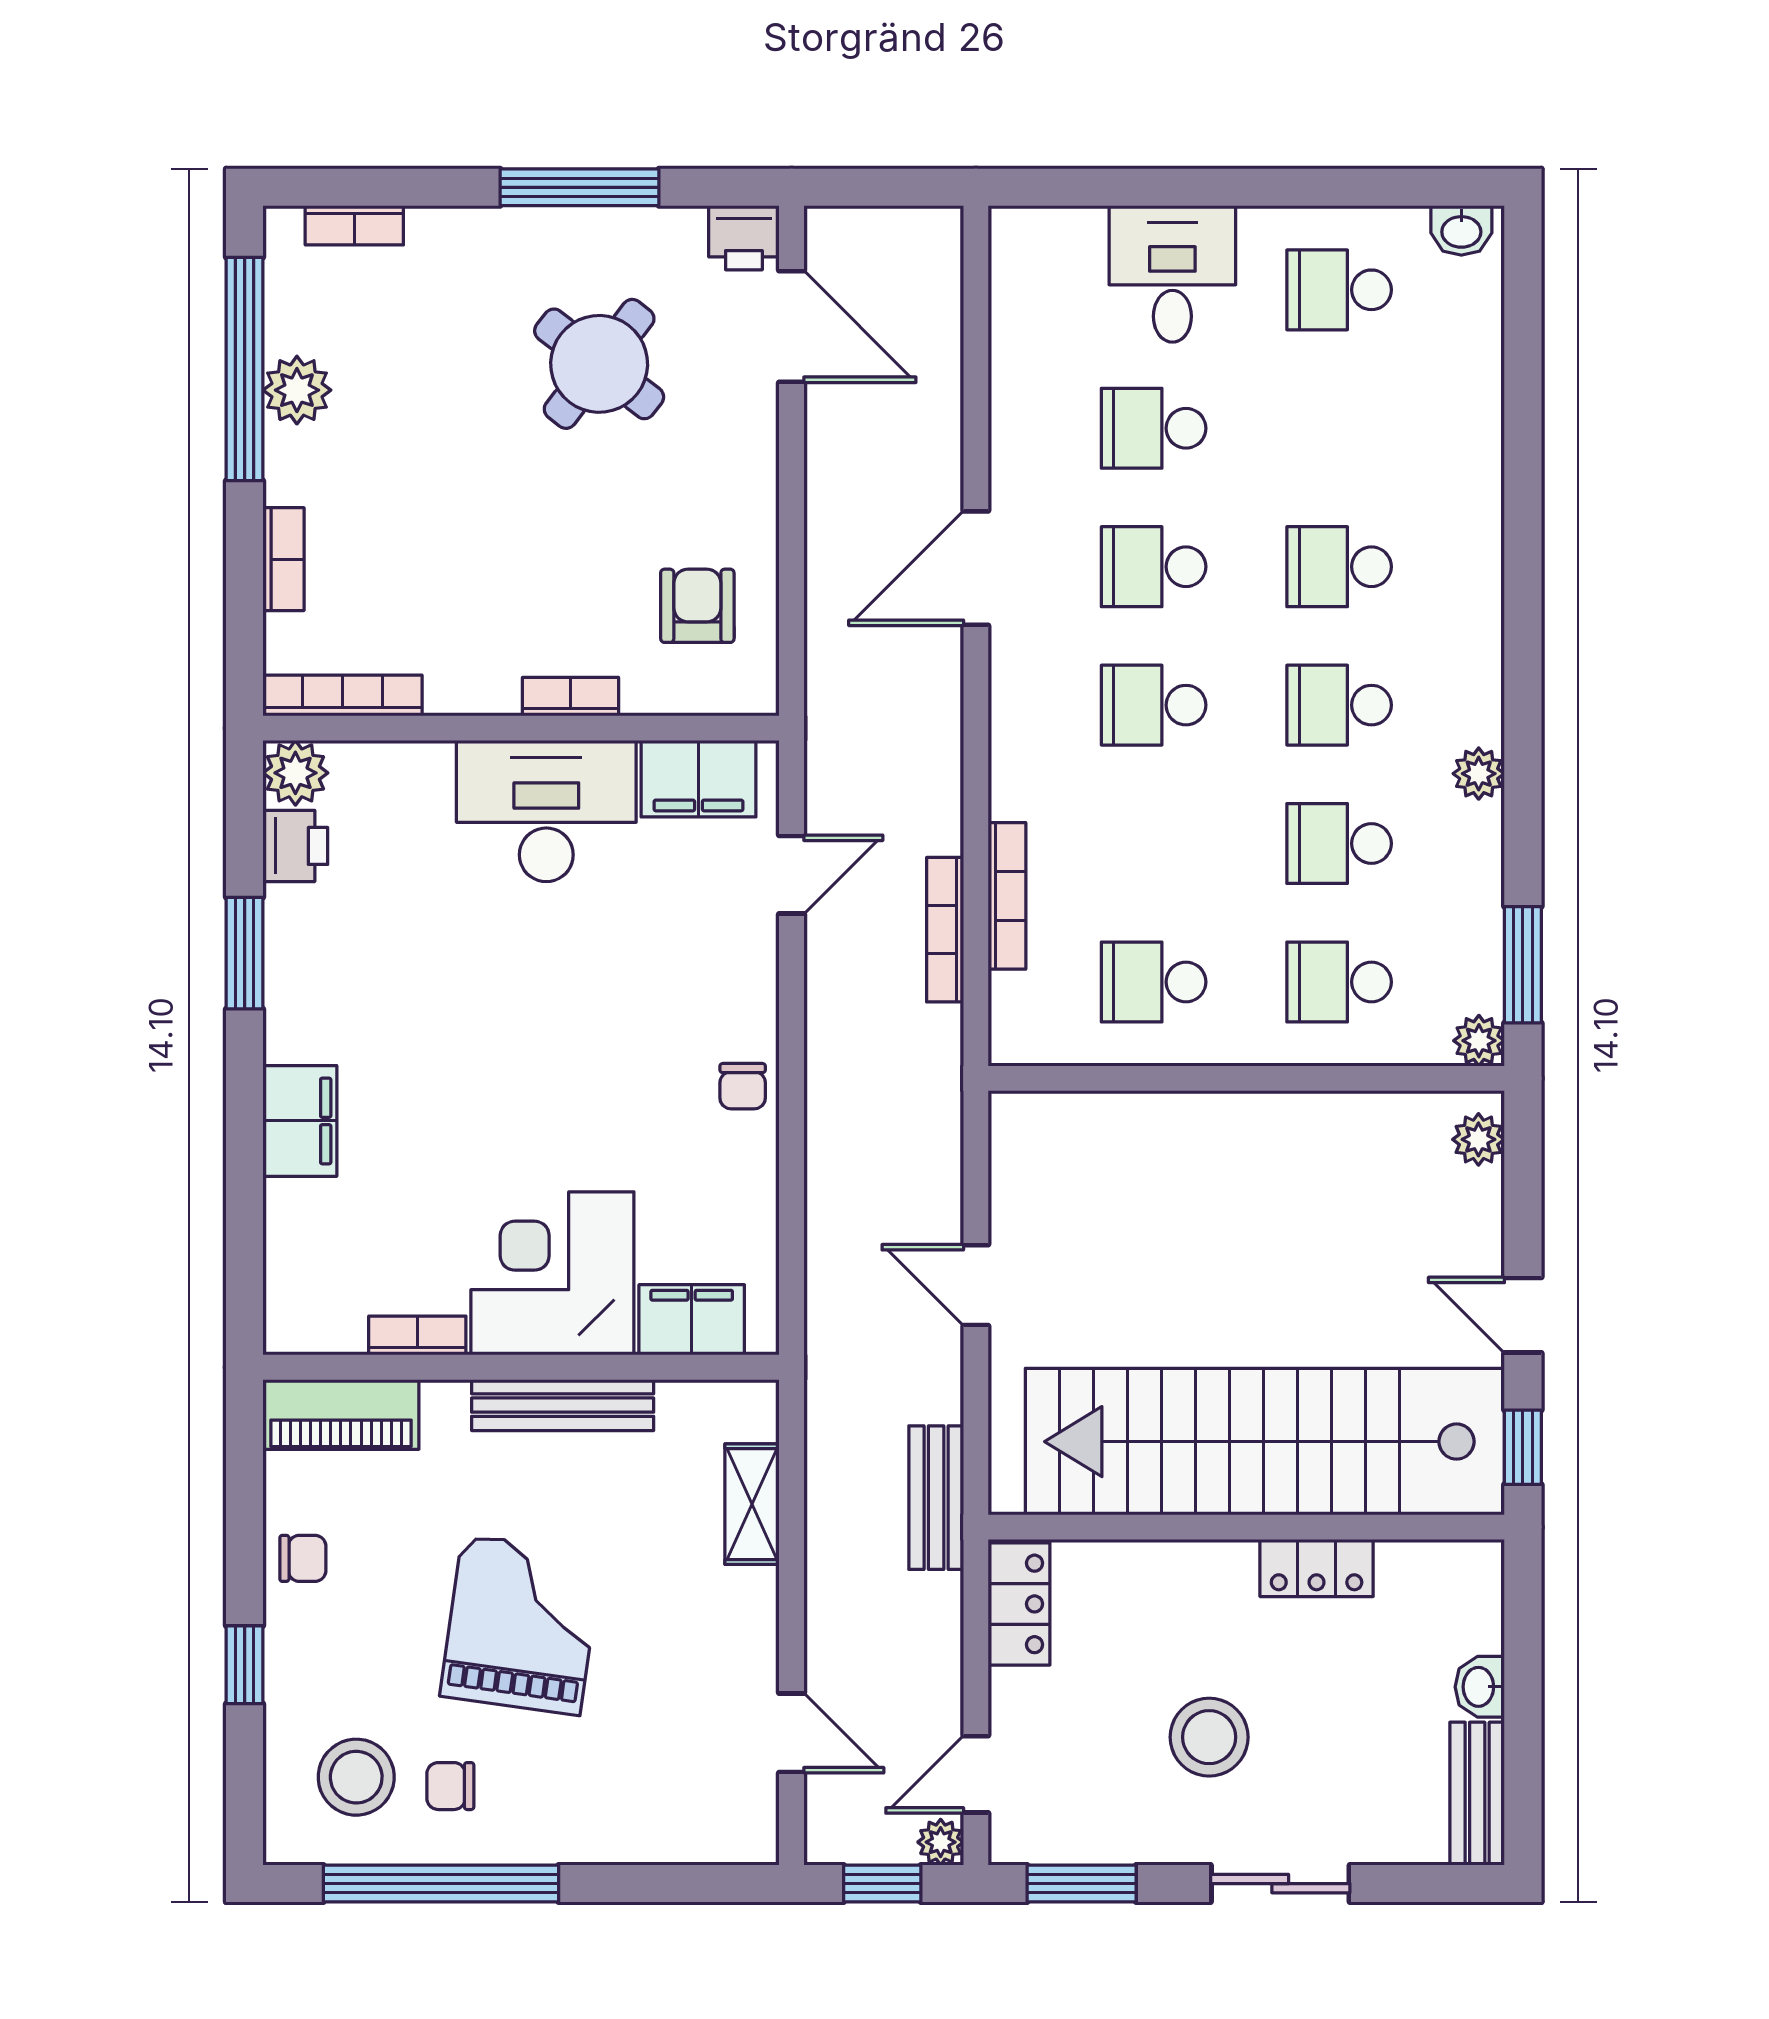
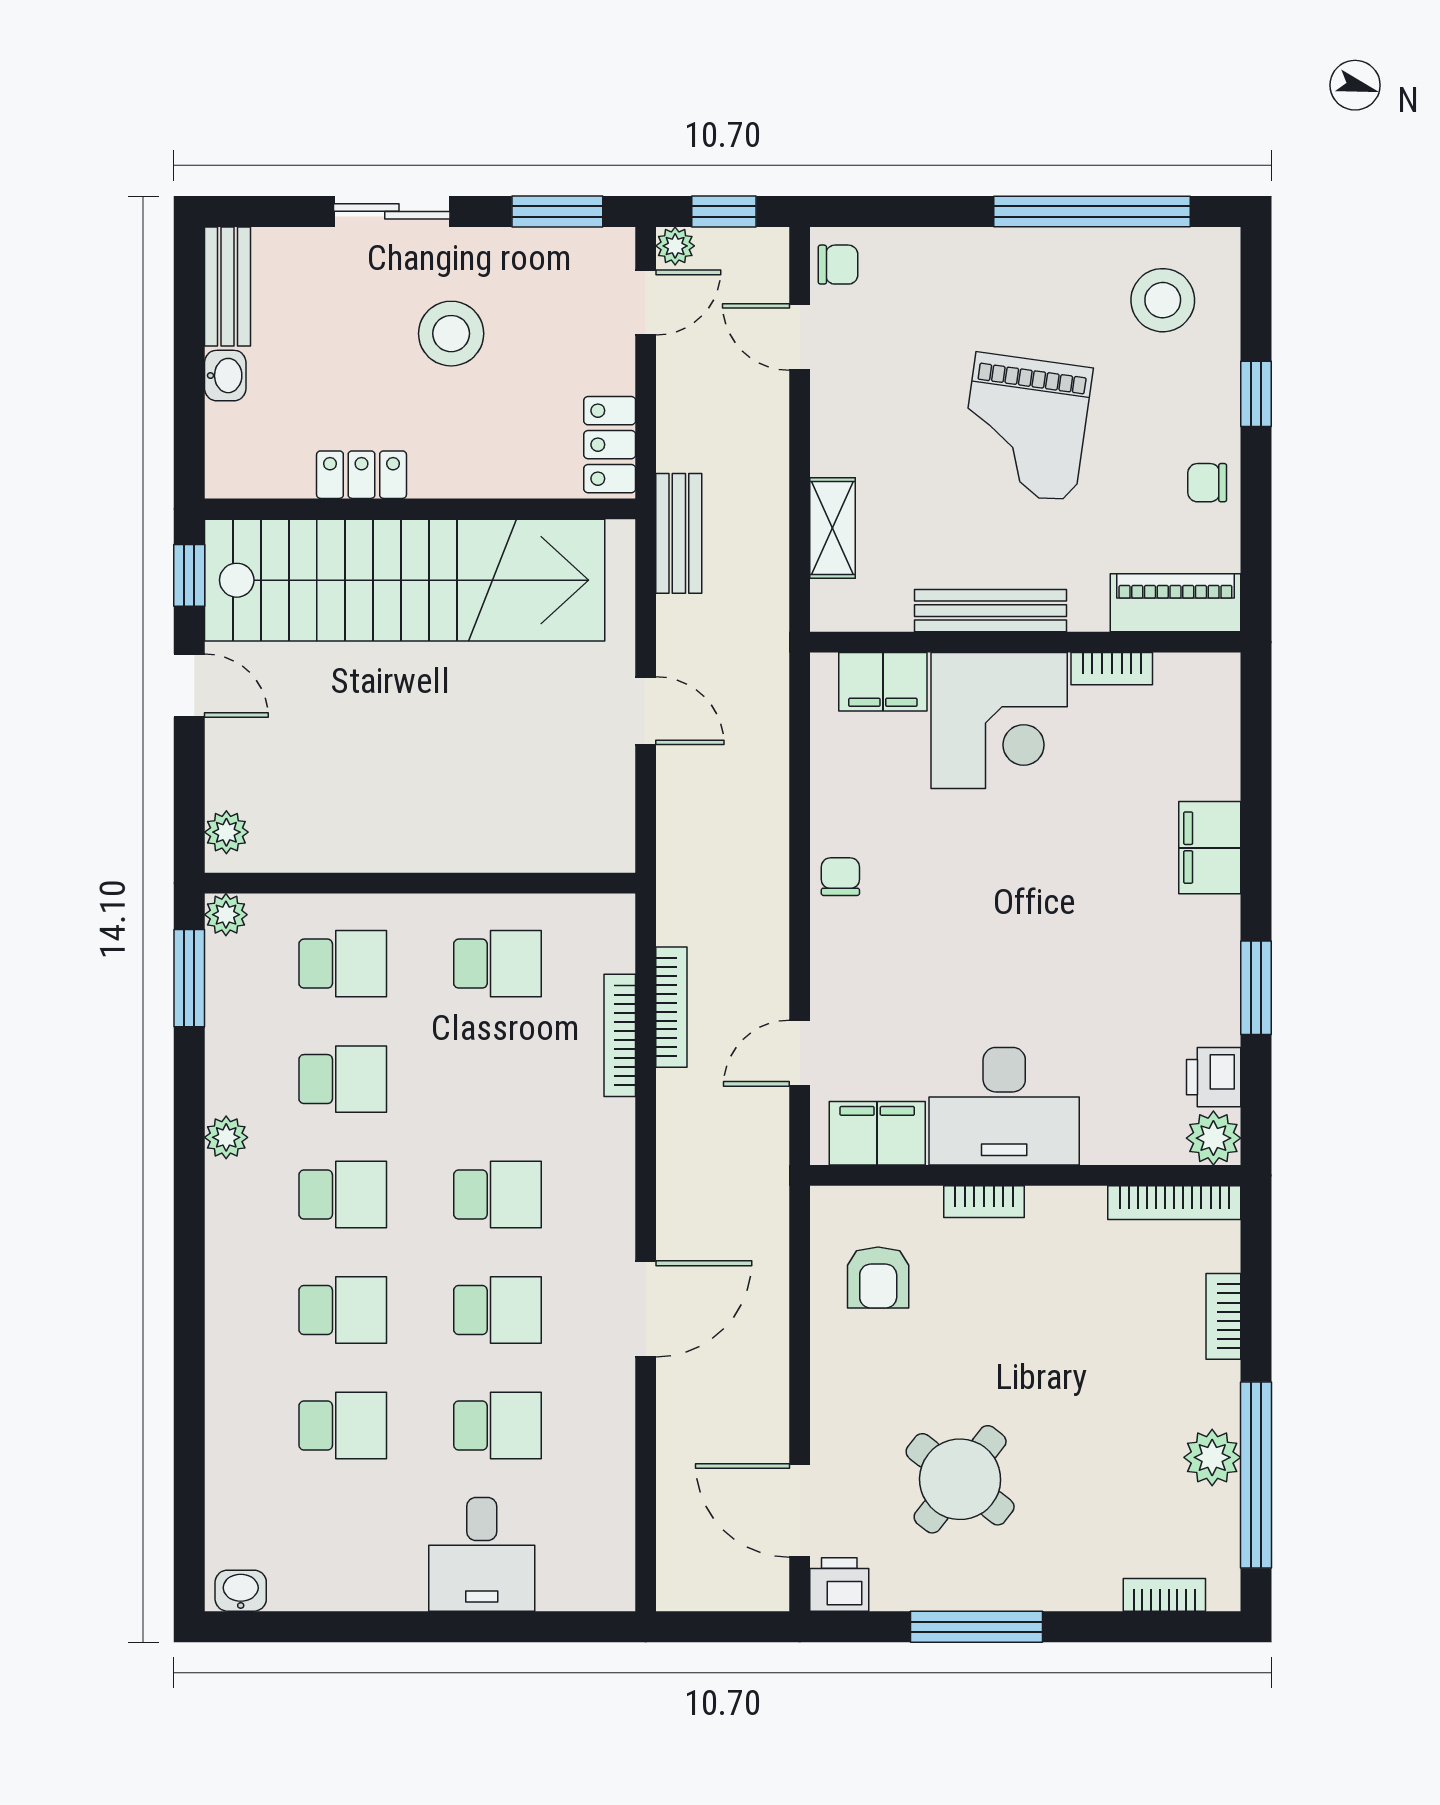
school desk: (1339, 290) -> (343, 1426), moved
chair: (450, 1786) -> (838, 265), moved

